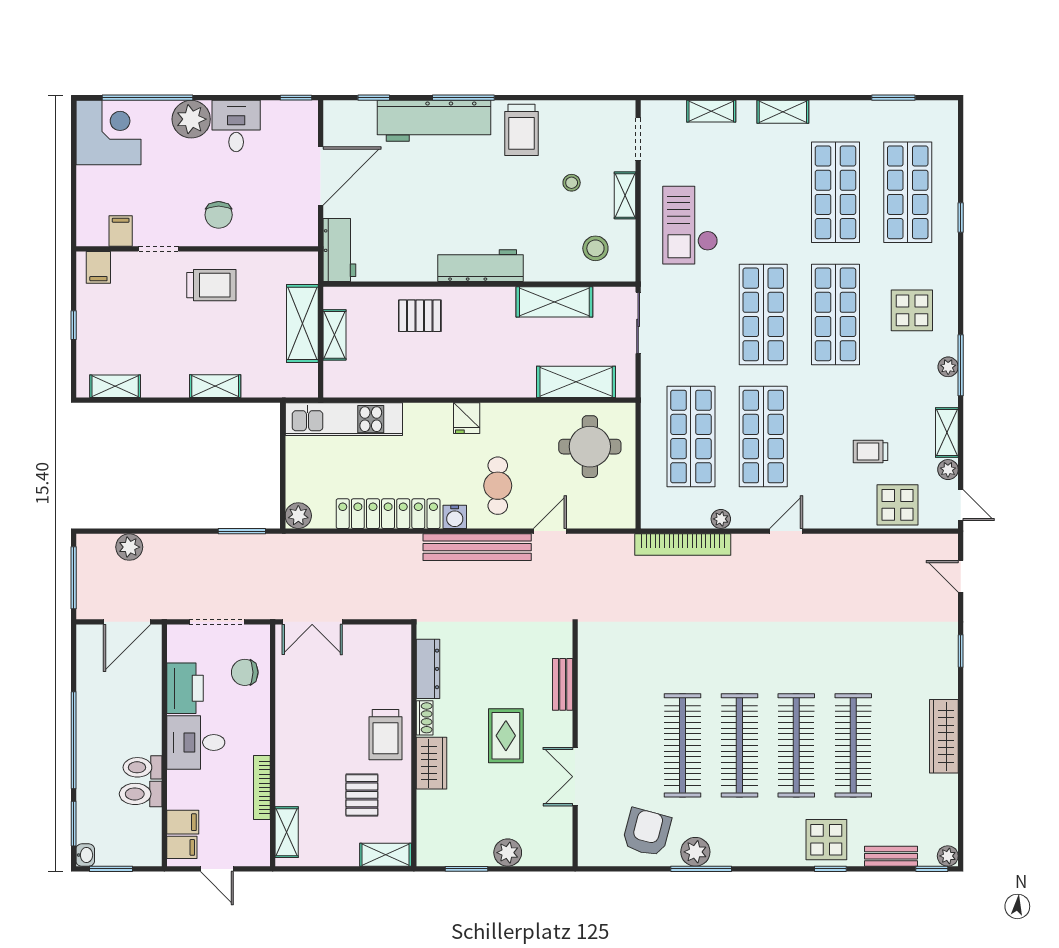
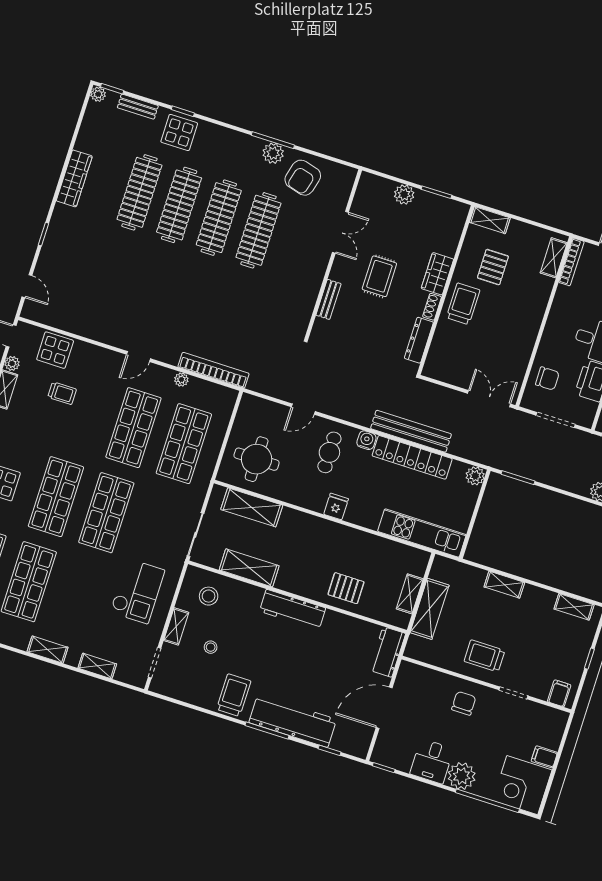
filing cabinet: (121, 231) -> (544, 757), moved, turned 90
bench: (477, 547) -> (411, 431), moved
bookcase: (262, 788) -> (571, 262), moved

